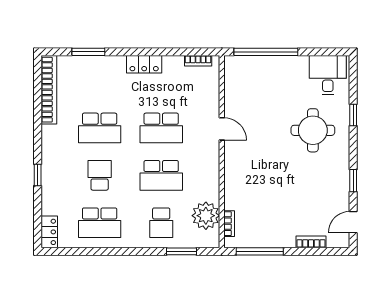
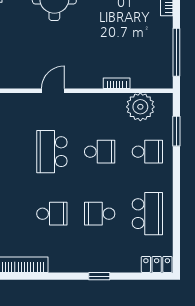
school desk: (100, 128) -> (52, 214), width x0.54
school desk: (161, 128) -> (52, 152), turned 180
school desk: (161, 175) -> (100, 152), width x0.54
bookcase: (229, 224) -> (117, 83), moved

